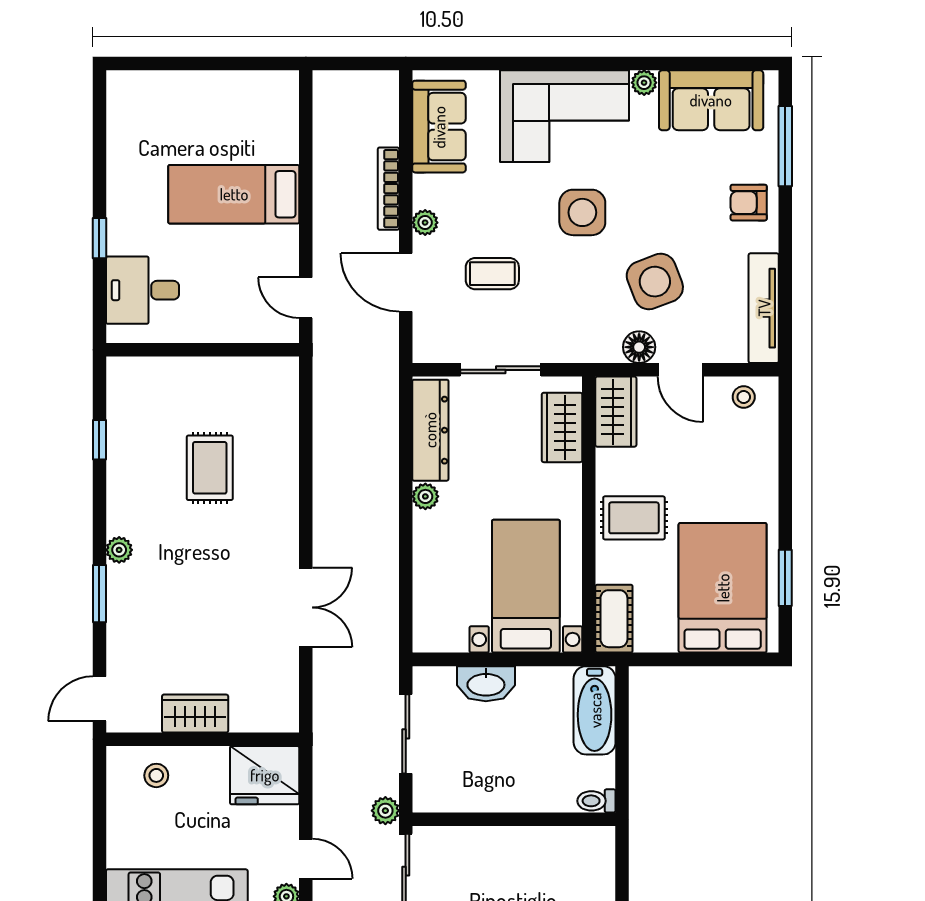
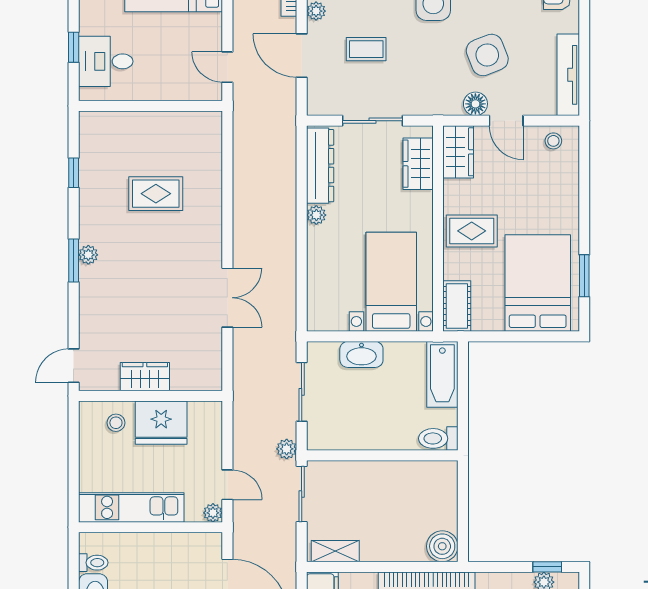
window: (99, 238) -> (74, 47), moved
rug: (210, 468) -> (156, 194), turned 90
window: (99, 594) -> (74, 261), moved
fridge: (265, 775) -> (161, 423), moved
toilet: (596, 801) -> (438, 438), width x1.37, depth x1.39

